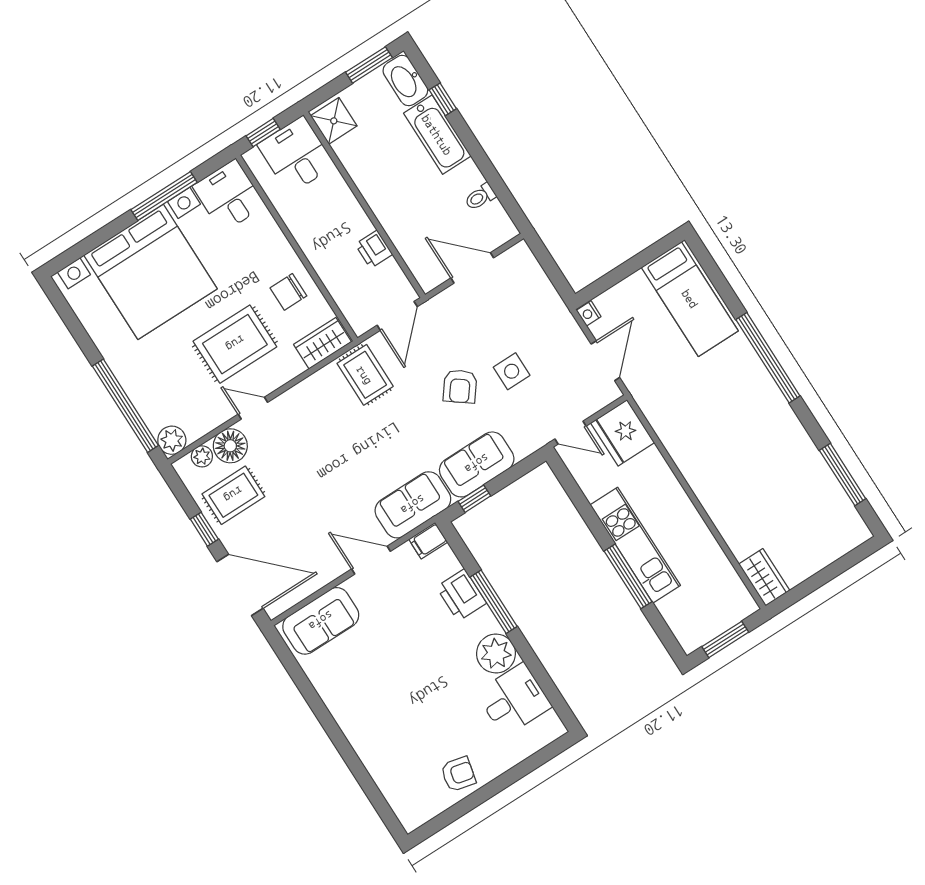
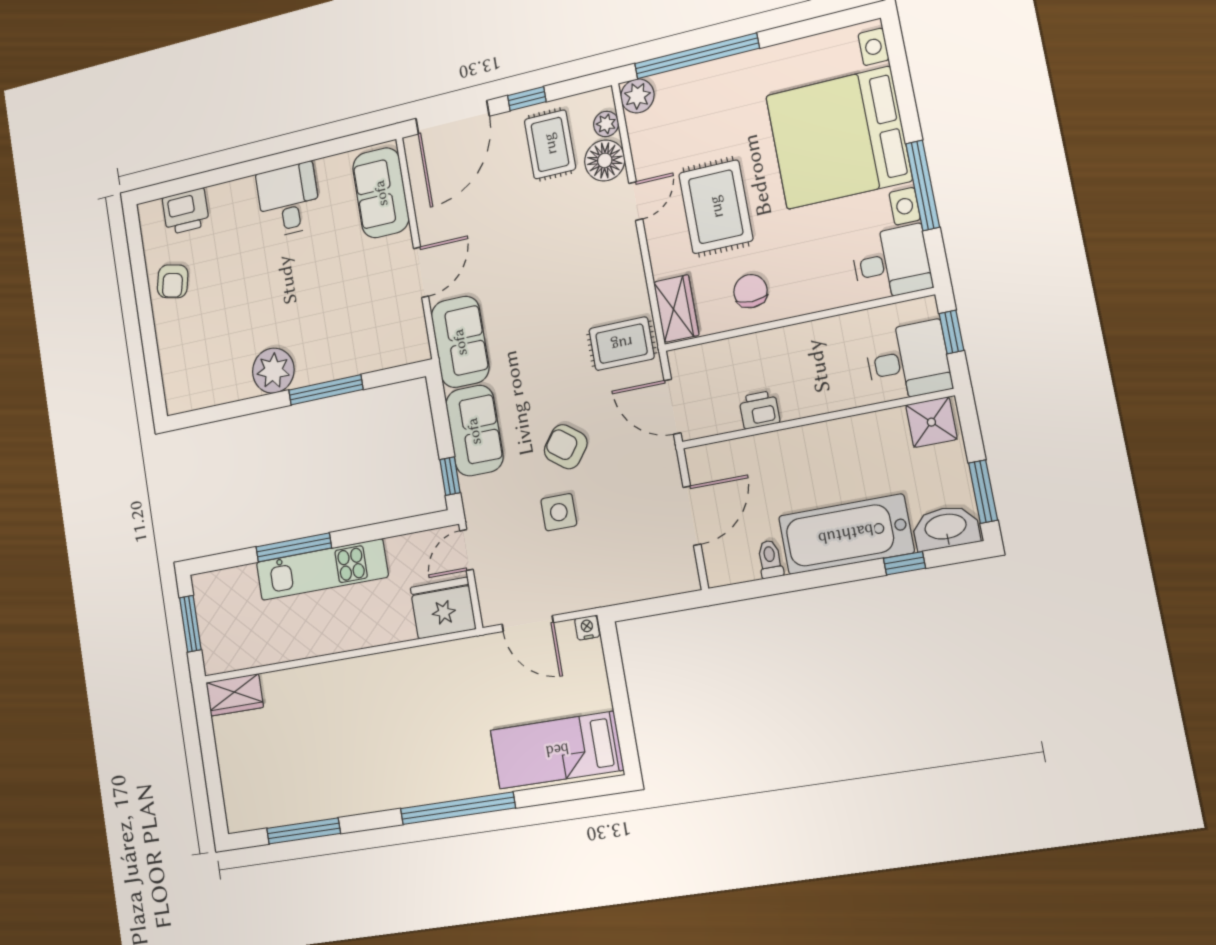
bathtub: (437, 135) -> (846, 534), width x1.36, depth x1.36
window: (474, 499) -> (450, 476), moved
filing cabinet: (428, 541) -> (416, 344), removed
printer: (461, 595) -> (186, 211), moved, turned 180
desk: (514, 700) -> (289, 200), moved, turned 180

